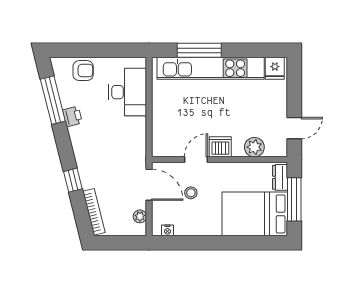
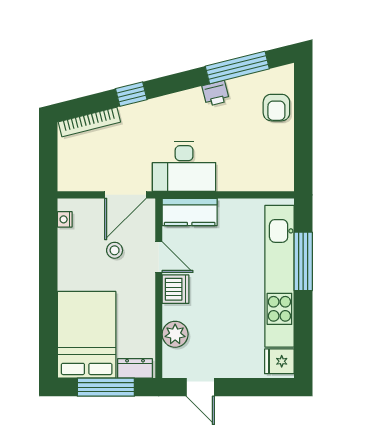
desk: (128, 92) -> (184, 167), moved
kitchen counter: (162, 136) -> (190, 212), added
plant: (140, 216) -> (83, 183), removed

